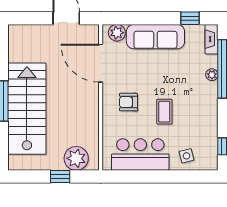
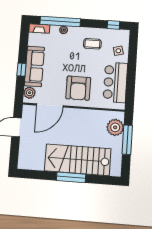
window: (190, 18) -> (21, 70), moved
armchair: (128, 102) -> (78, 88), width x1.88, depth x1.88
coffee table: (164, 112) -> (92, 44), moved
window: (60, 176) -> (127, 140), width x2.17

